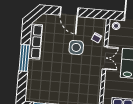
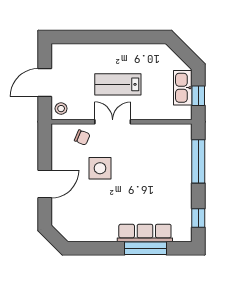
row of seats: (35, 42) -> (145, 233), moved
window: (24, 58) -> (145, 248), moved

